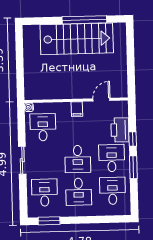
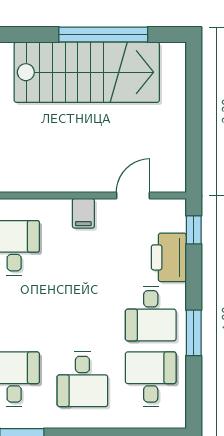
window: (133, 139) -> (194, 230), moved
desk: (112, 158) -> (151, 314), turned 180
desk: (78, 159) -> (82, 314), removed

